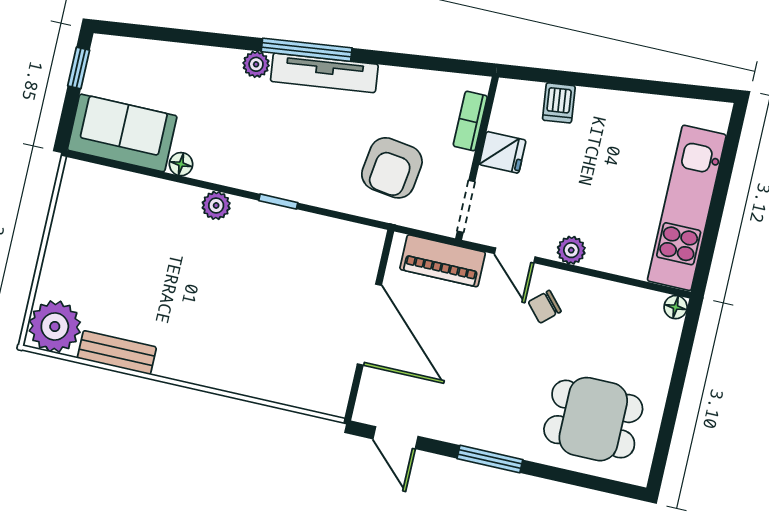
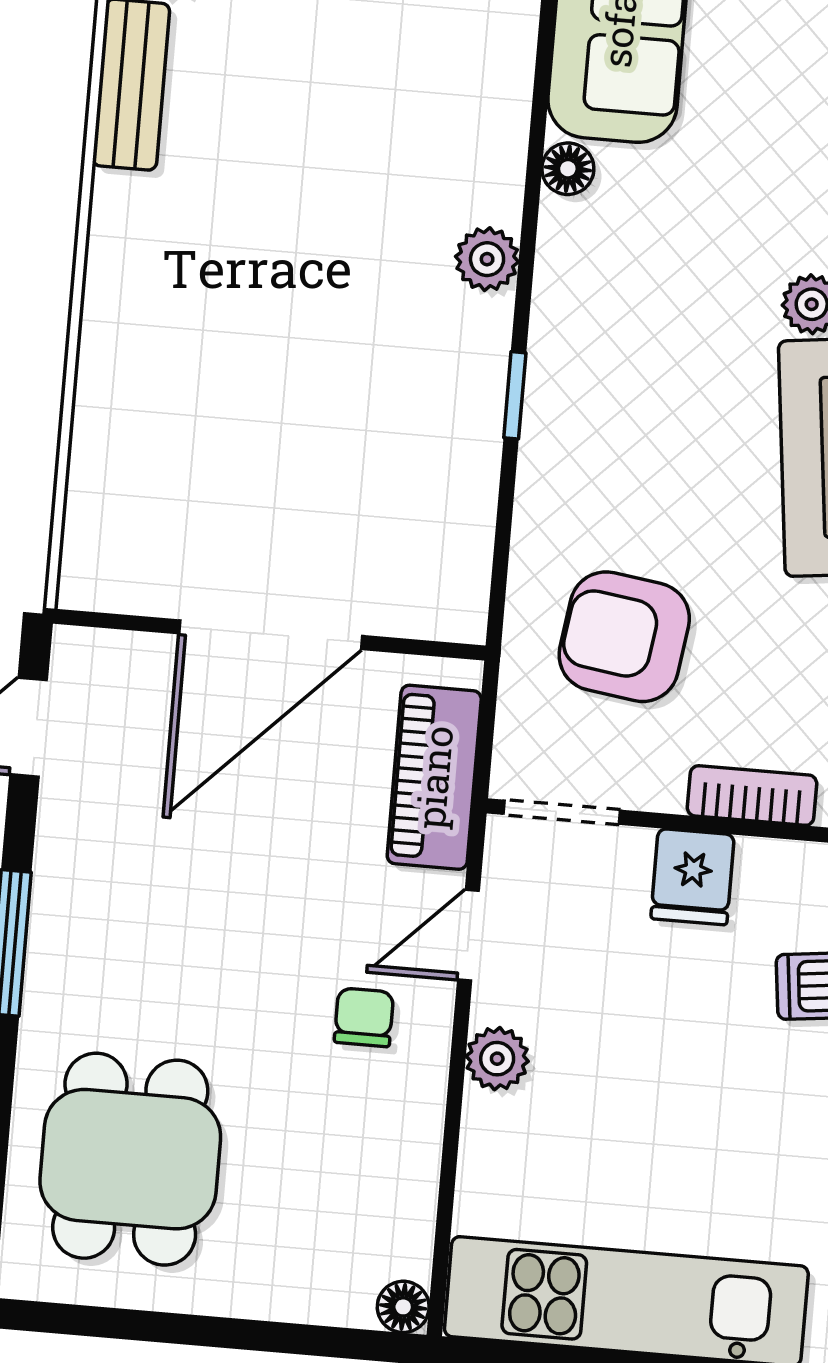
chair: (545, 307) -> (364, 1017), turned 42

